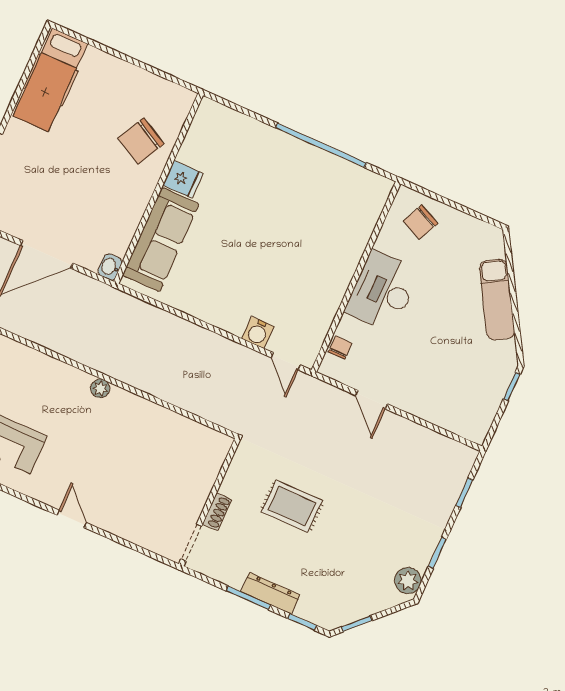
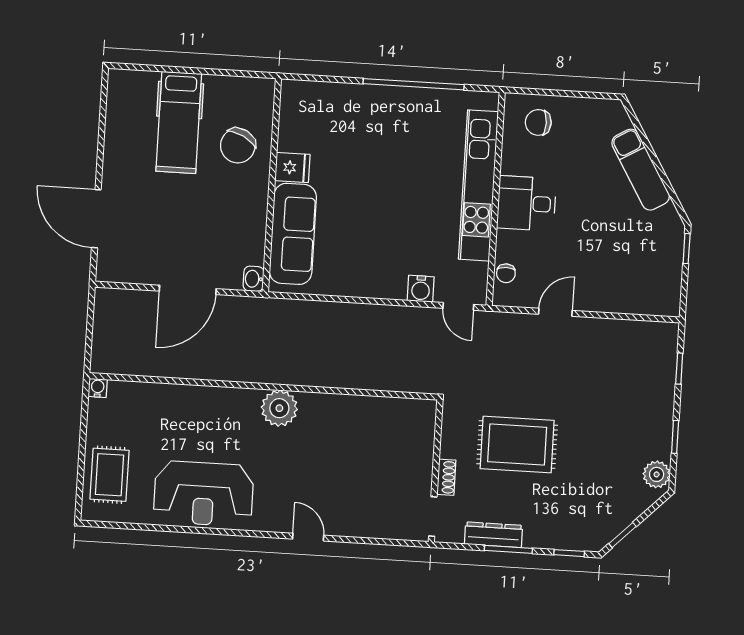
hospital bed: (50, 80) -> (179, 122), moved
chair: (421, 222) -> (538, 122), turned 65
kitchen unit: (345, 259) -> (478, 185), added
desk: (382, 291) -> (526, 203), width x0.73
chair: (340, 348) -> (506, 273), turned 180
plant: (100, 388) -> (279, 408), width x1.88, depth x1.88
door: (371, 400) -> (555, 312), swing flipped
rug: (292, 506) -> (517, 445), width x1.36, depth x1.43
dresser: (270, 593) -> (493, 535), moved

